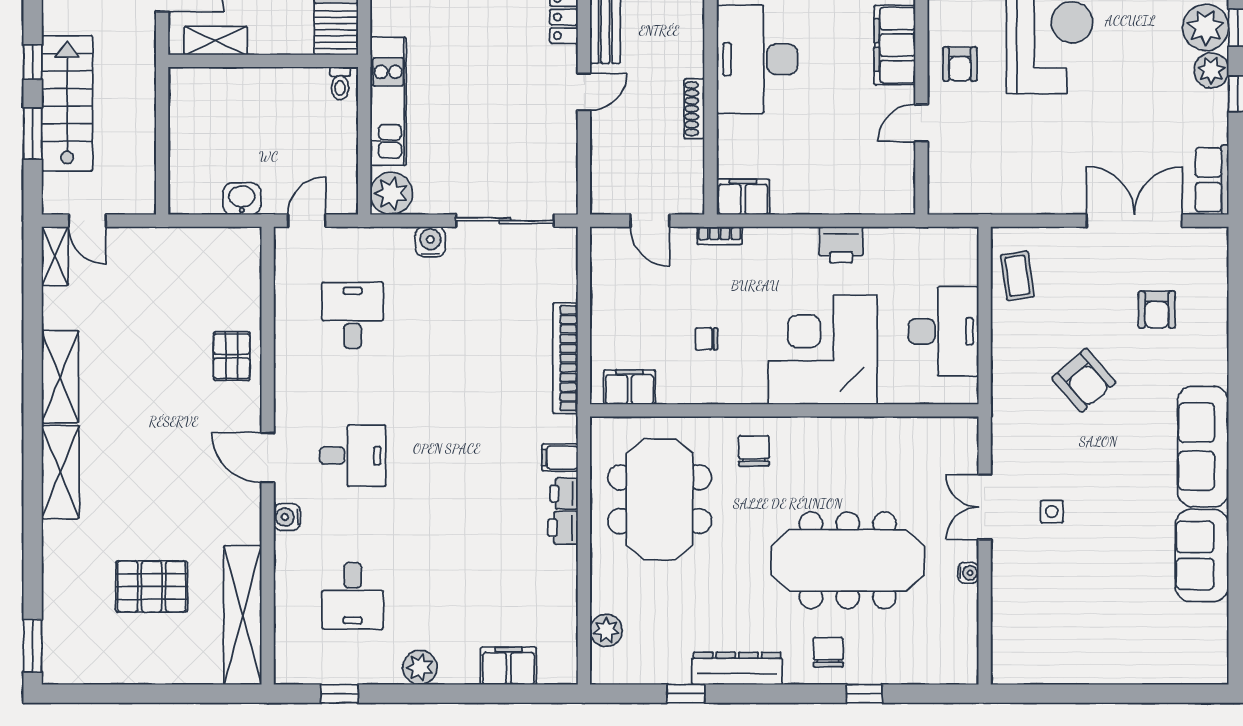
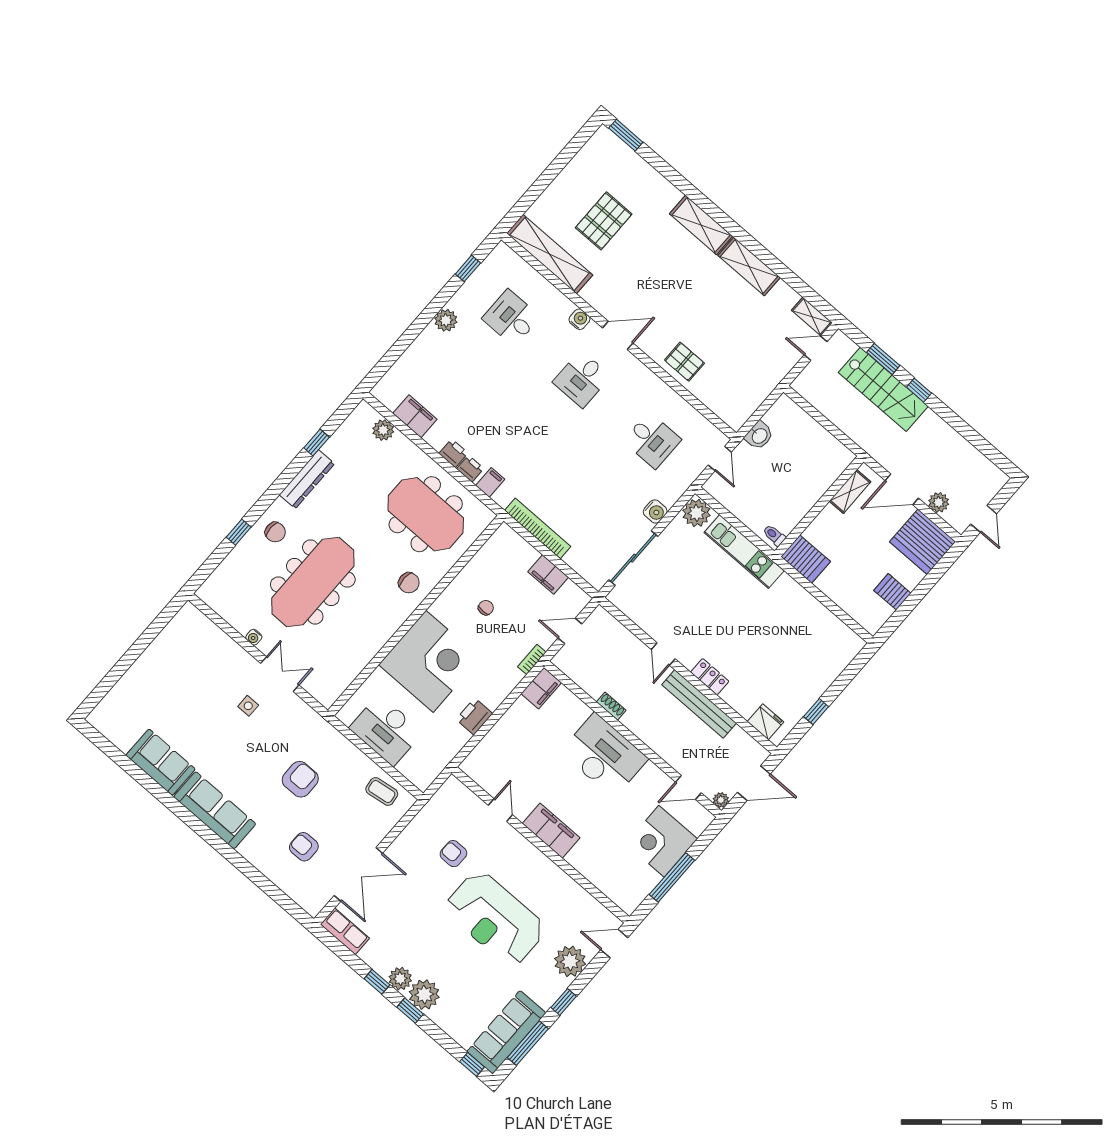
armchair: (960, 64) -> (453, 854), moved
shoe rack: (694, 109) -> (611, 706), width x0.70
armchair: (1084, 380) -> (300, 779), turned 131
filing cabinet: (630, 387) -> (548, 574), moved, turned 90
filing cabinet: (508, 666) -> (415, 416), moved, turned -90

